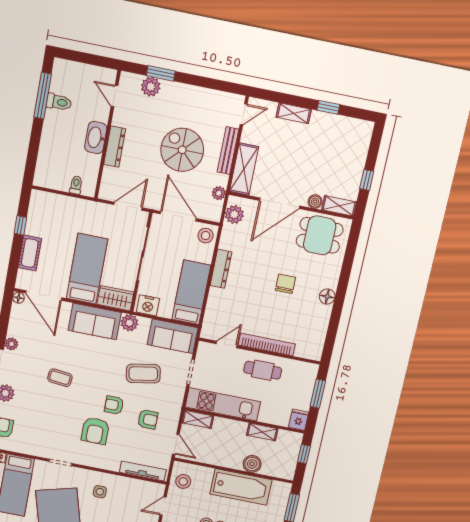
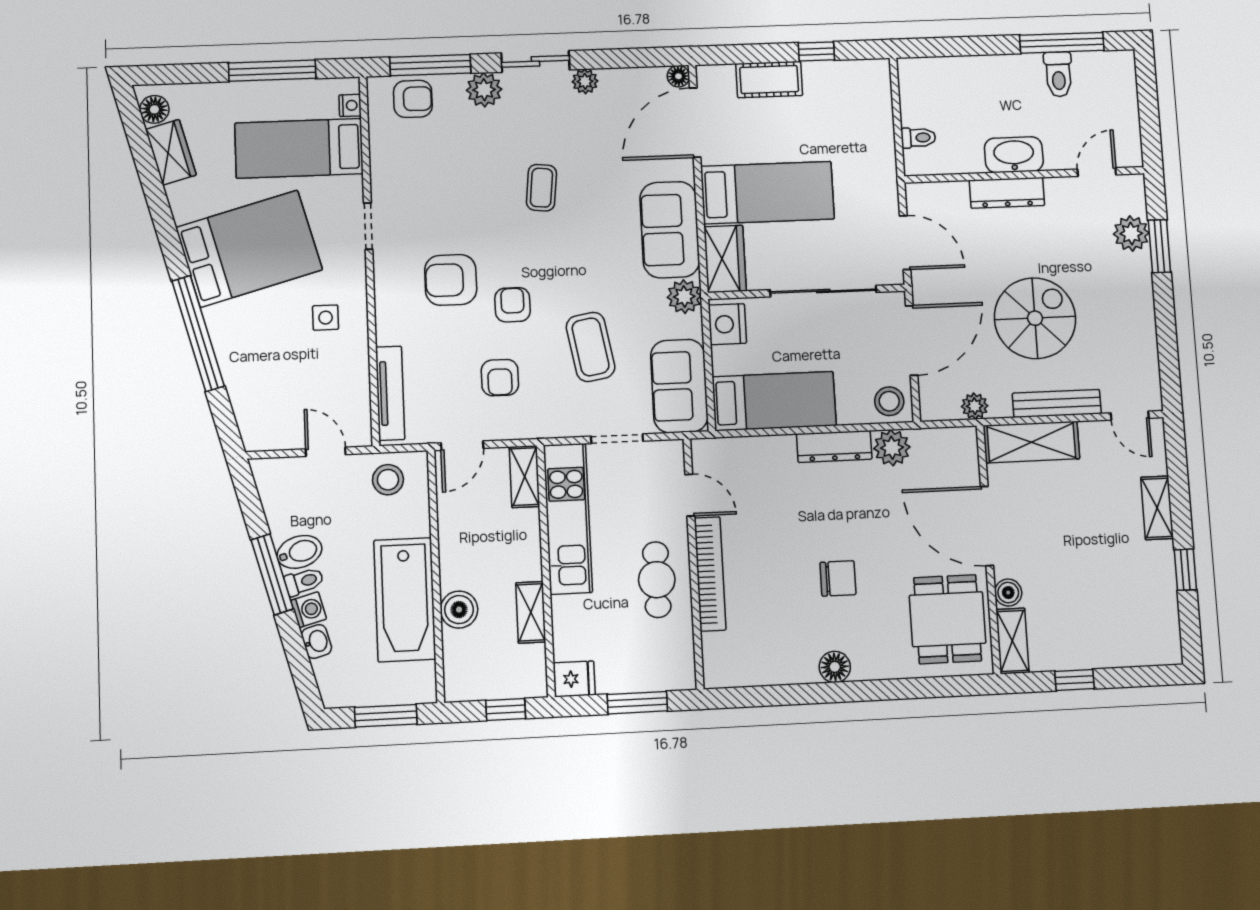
plant: (234, 214) -> (892, 448), moved

